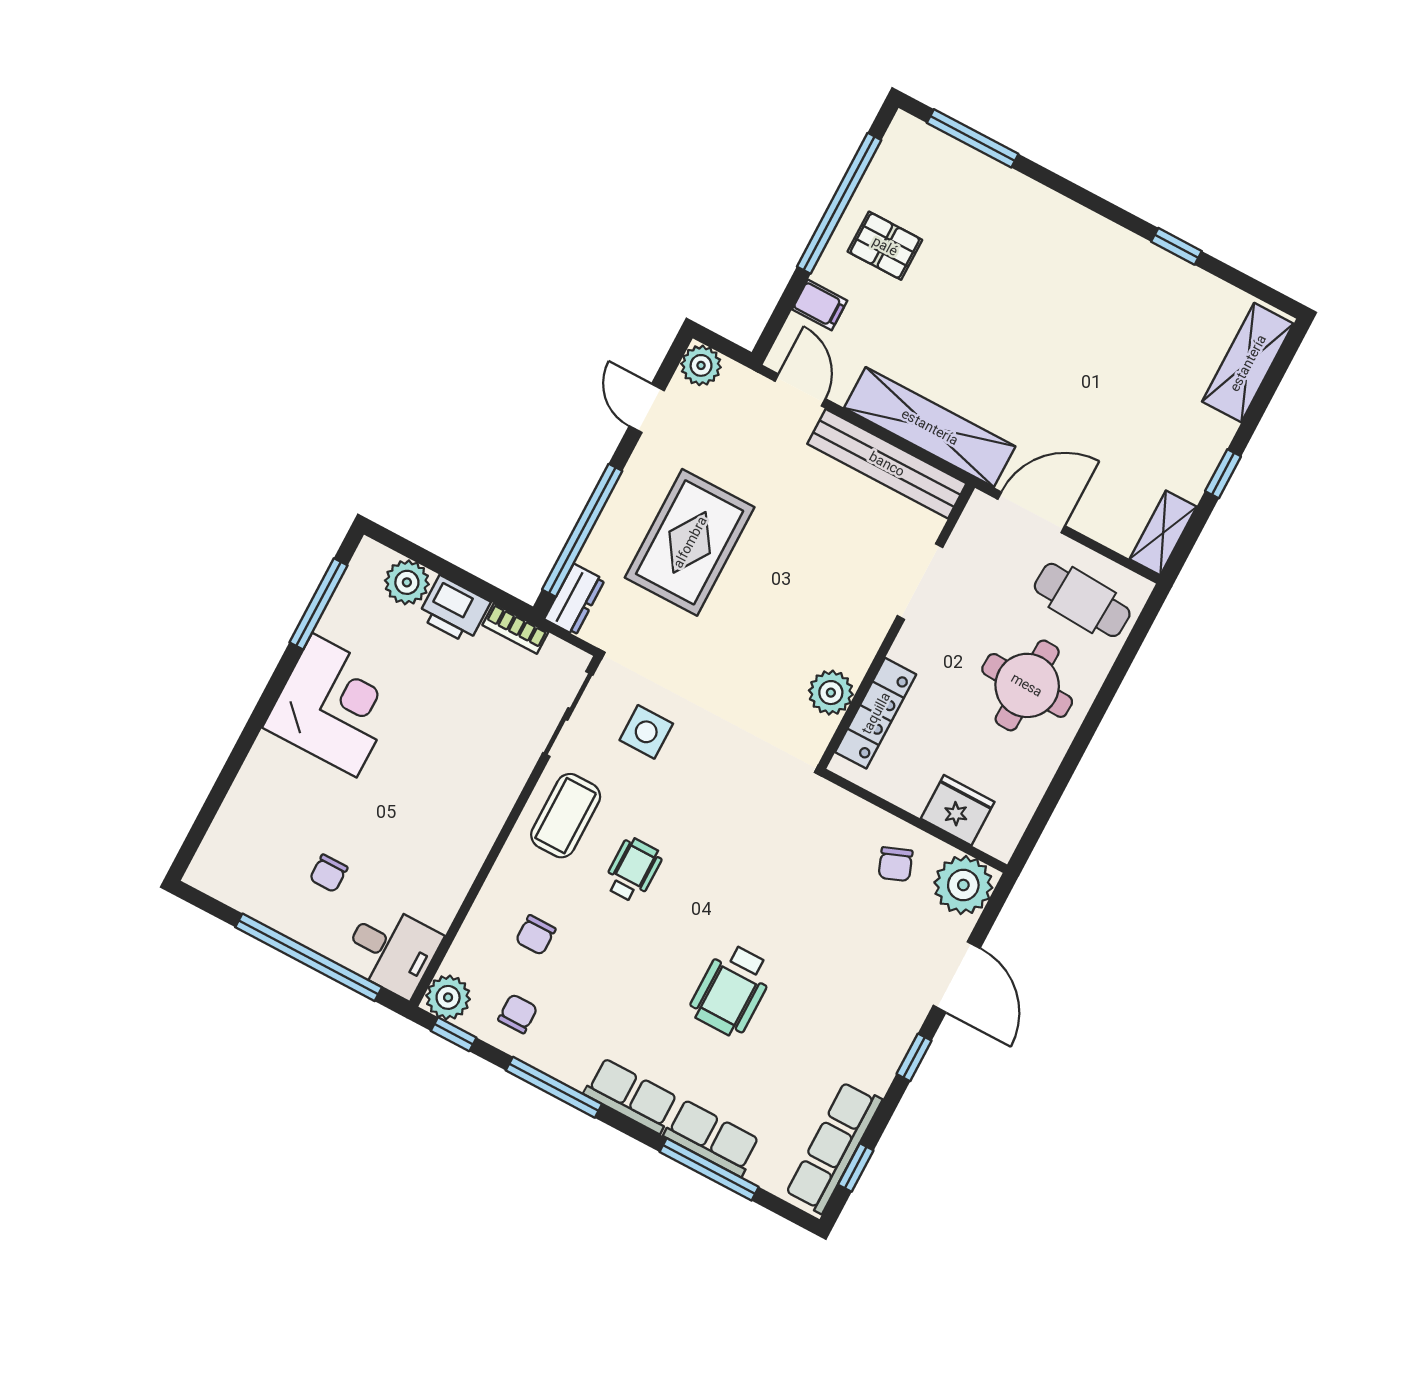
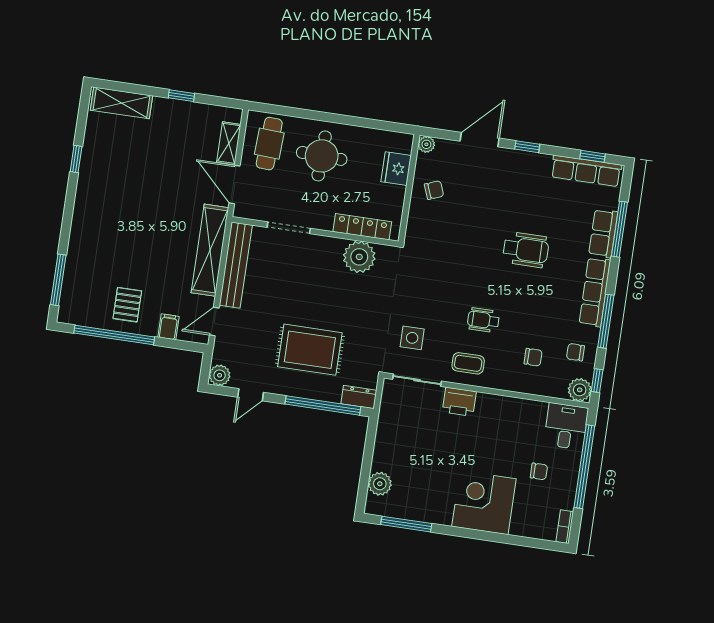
shelving: (1163, 533) -> (229, 143), moved, turned 90
printer: (454, 609) -> (459, 402), moved, turned 90
bookcase: (515, 629) -> (565, 527), moved, turned 180
plant: (831, 693) -> (359, 257), width x1.36, depth x1.36
corner desk: (334, 705) -> (484, 503), moved
coffee table: (566, 816) -> (468, 363), width x0.73, depth x0.77
plant: (963, 885) -> (426, 144), width x0.53, depth x0.53
row of seats: (631, 1096) -> (595, 292), width x1.48

